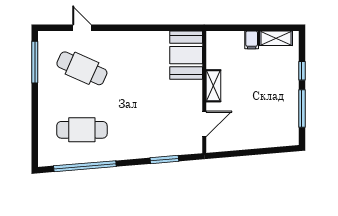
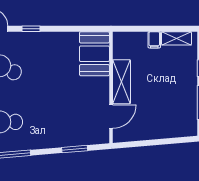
window: (117, 28) -> (31, 29), added
shelving: (213, 86) -> (122, 82), width x1.50, depth x1.33

